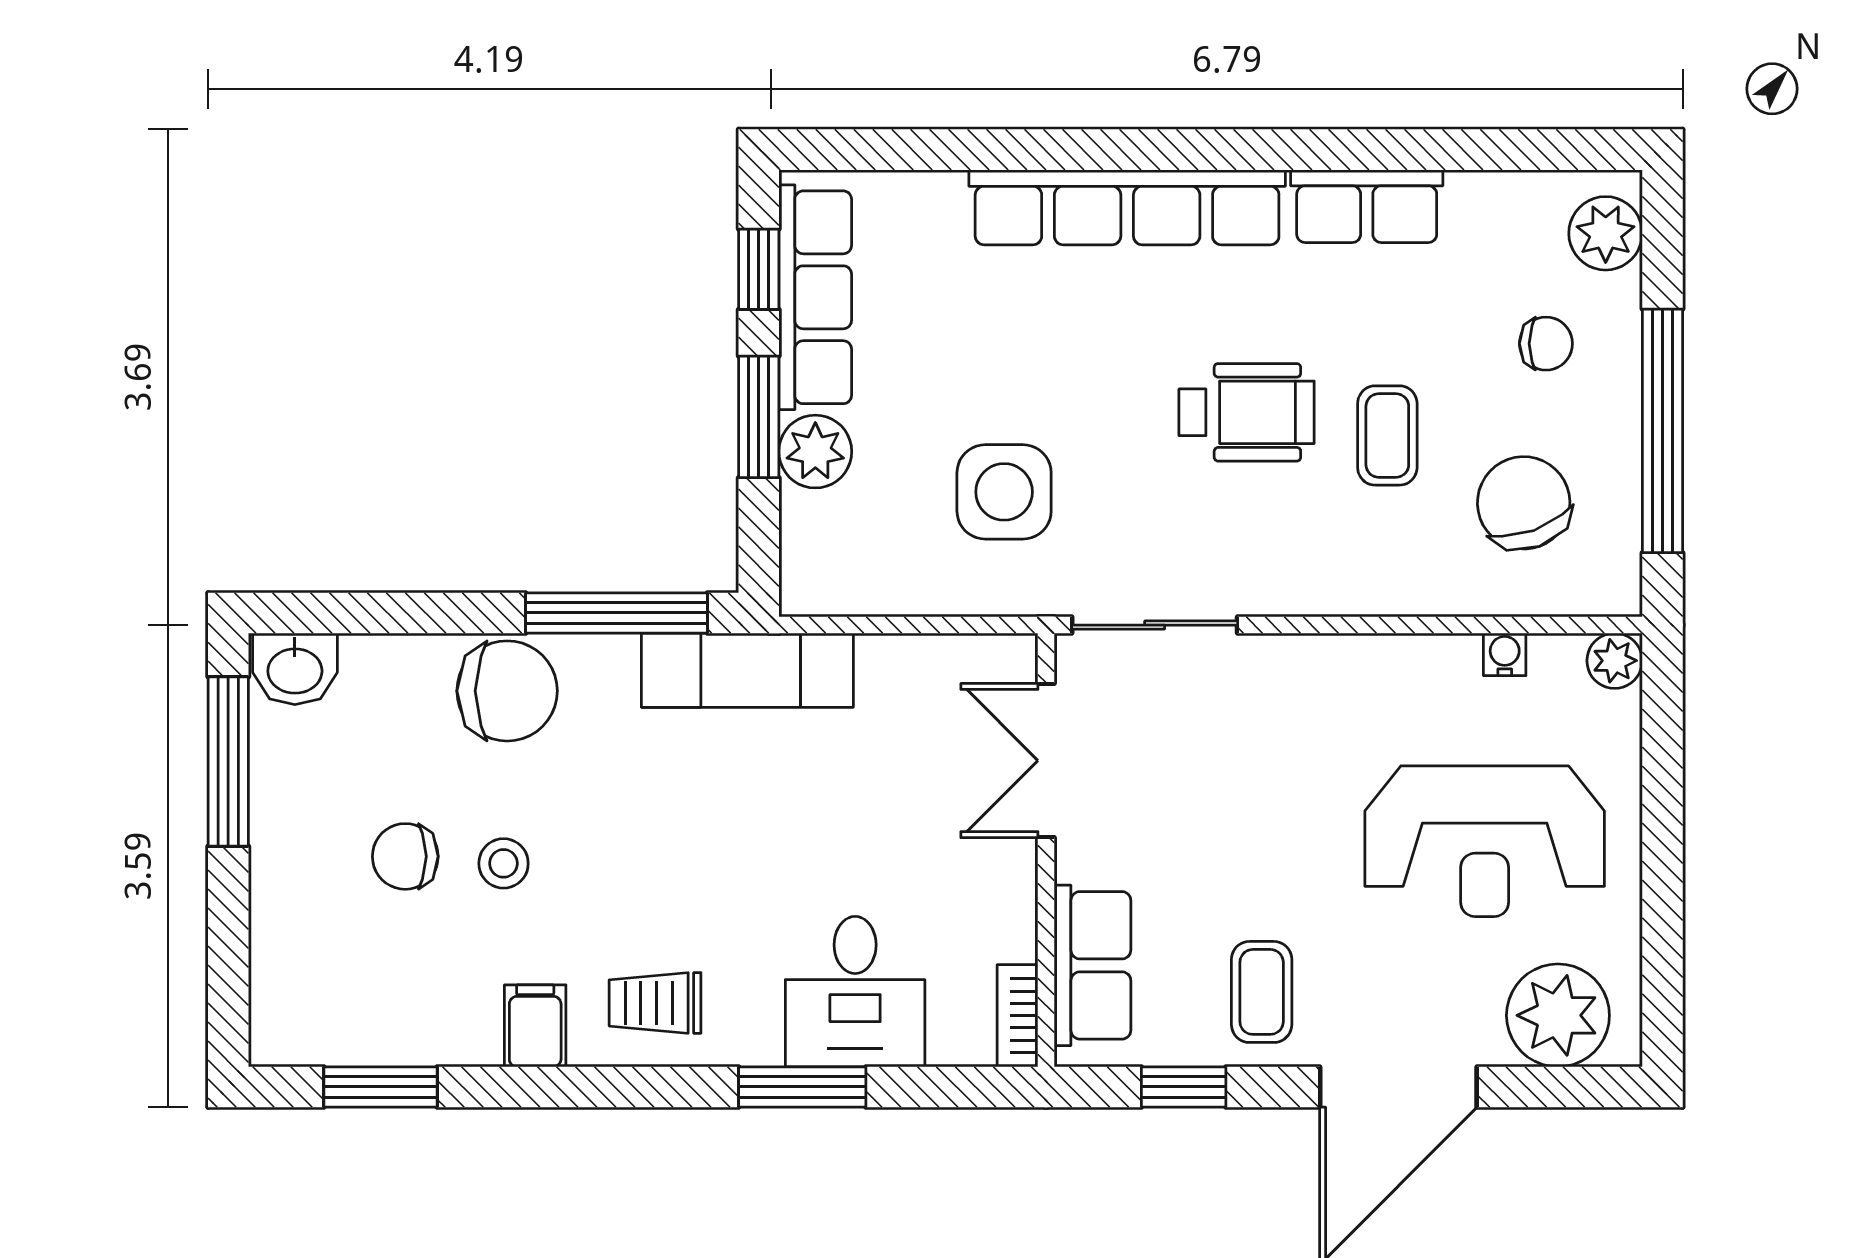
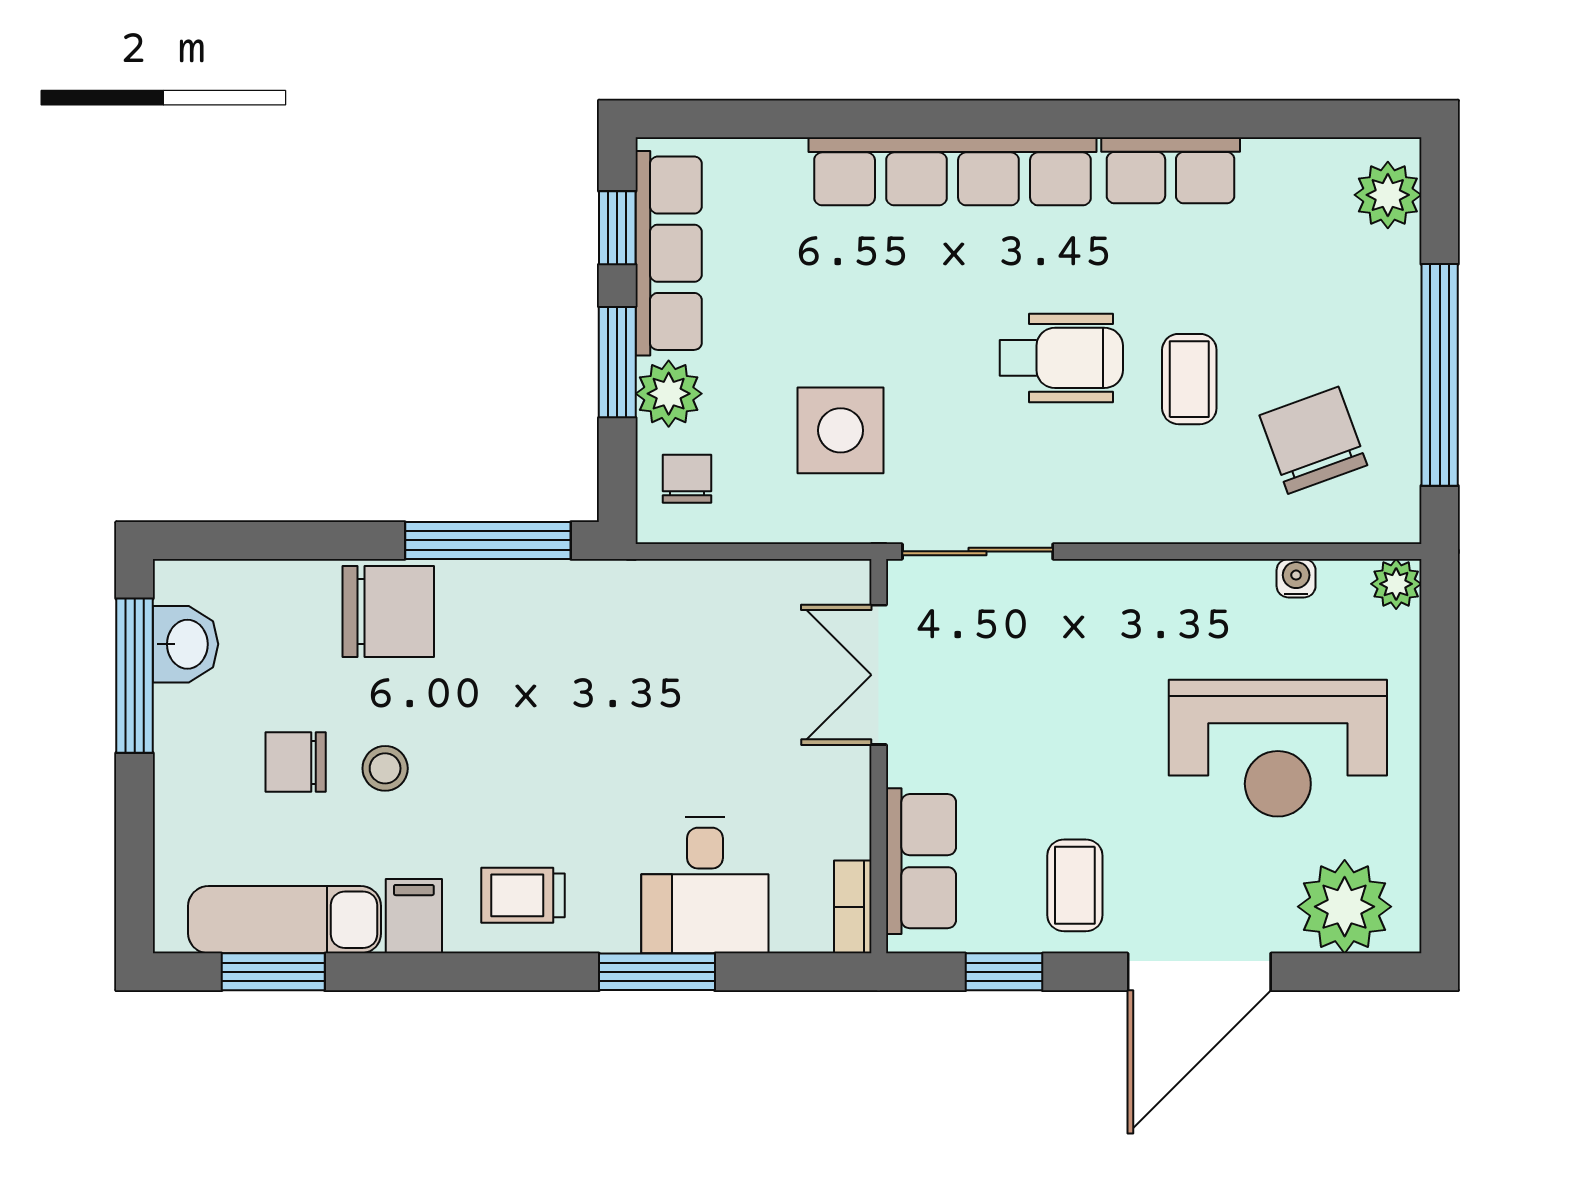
chair: (1546, 344) -> (687, 479), moved, turned -90
washbasin: (295, 669) -> (185, 644), moved, turned -90
exam couch: (747, 670) -> (285, 920), moved, turned 180

